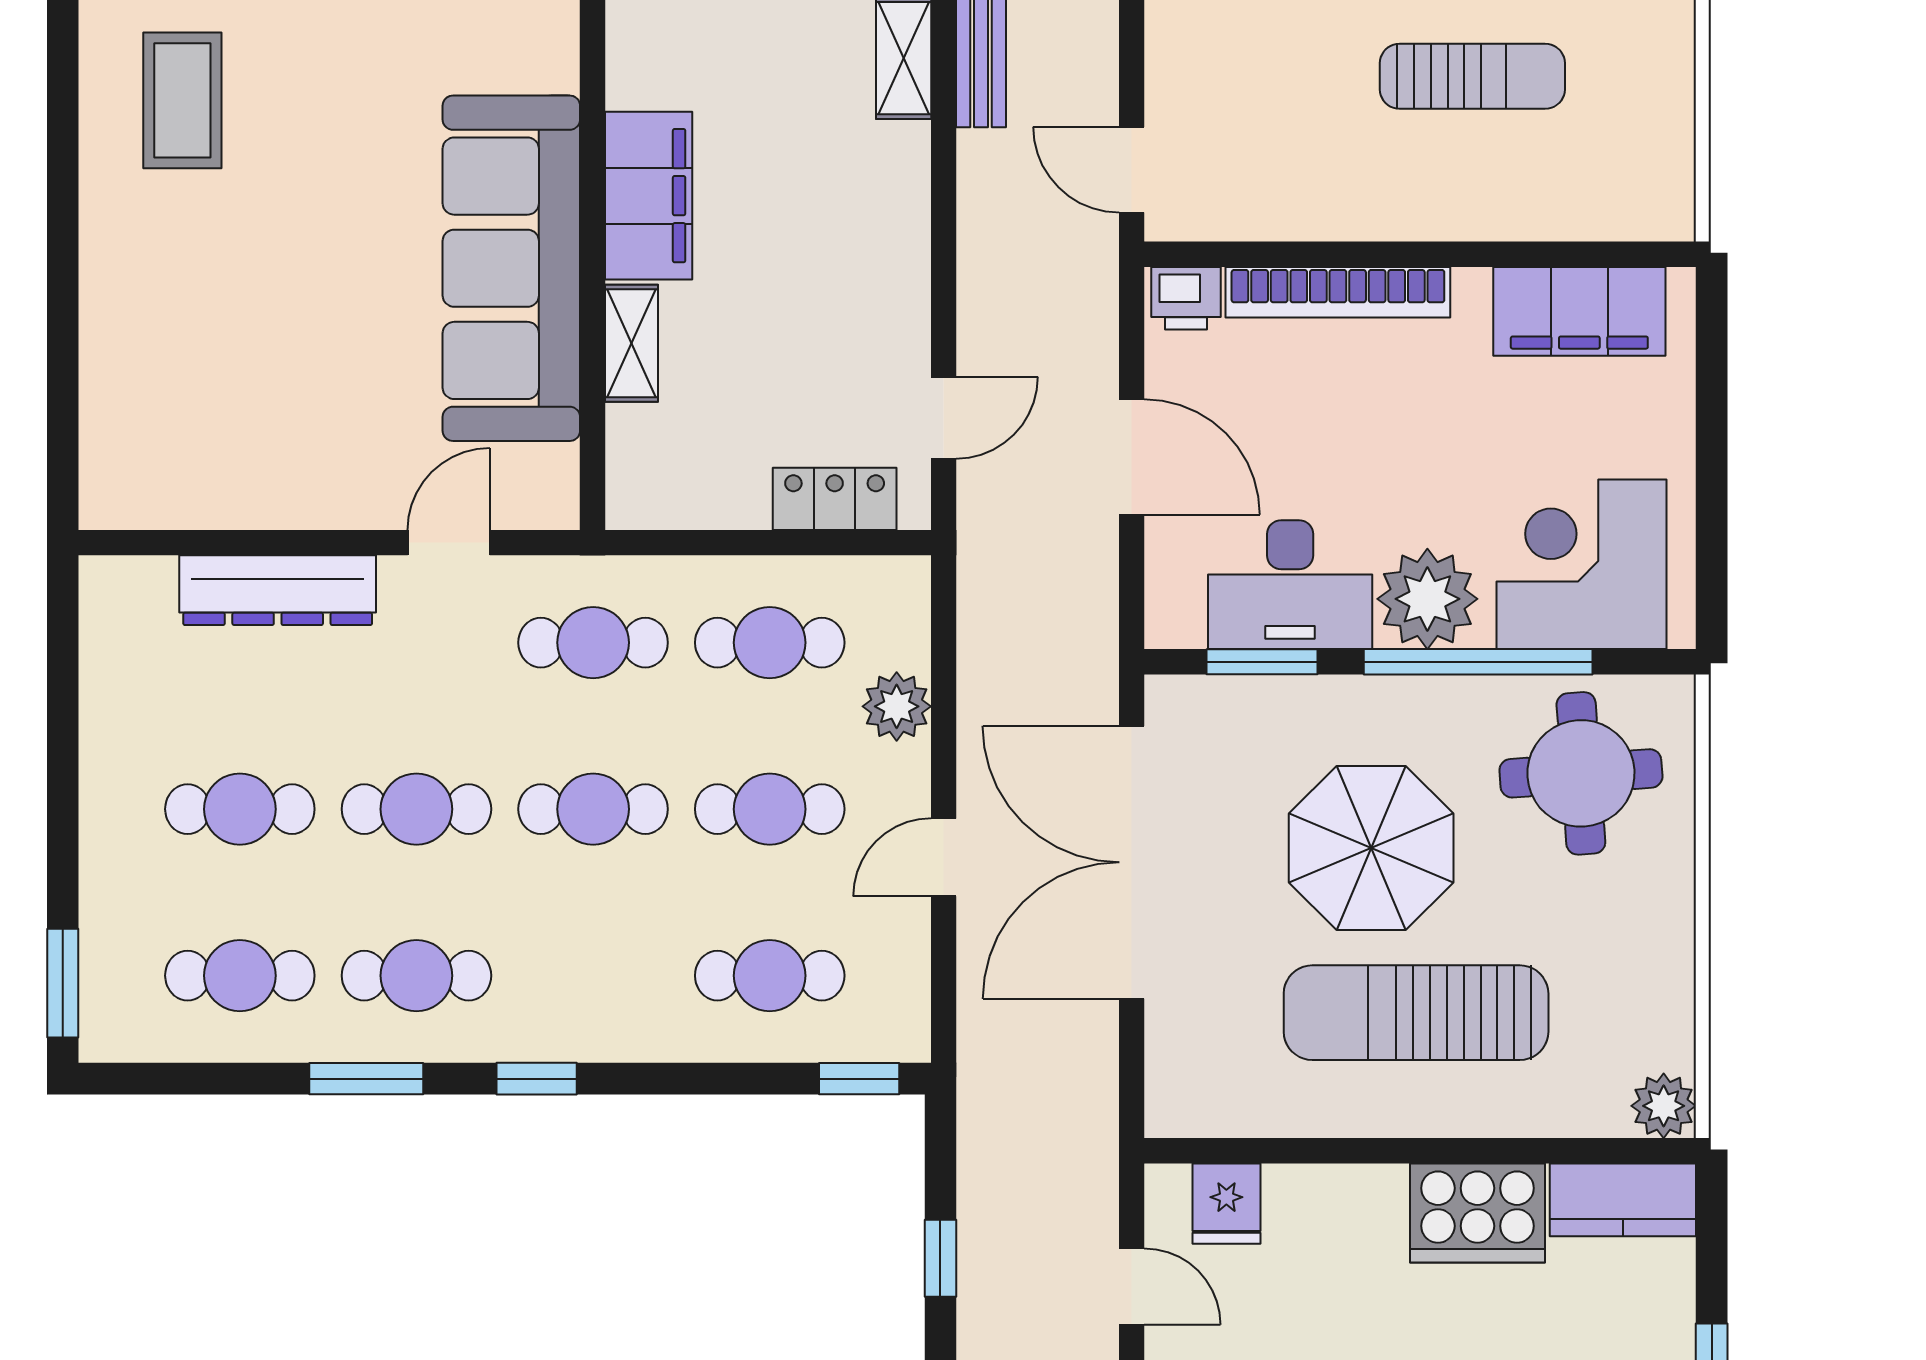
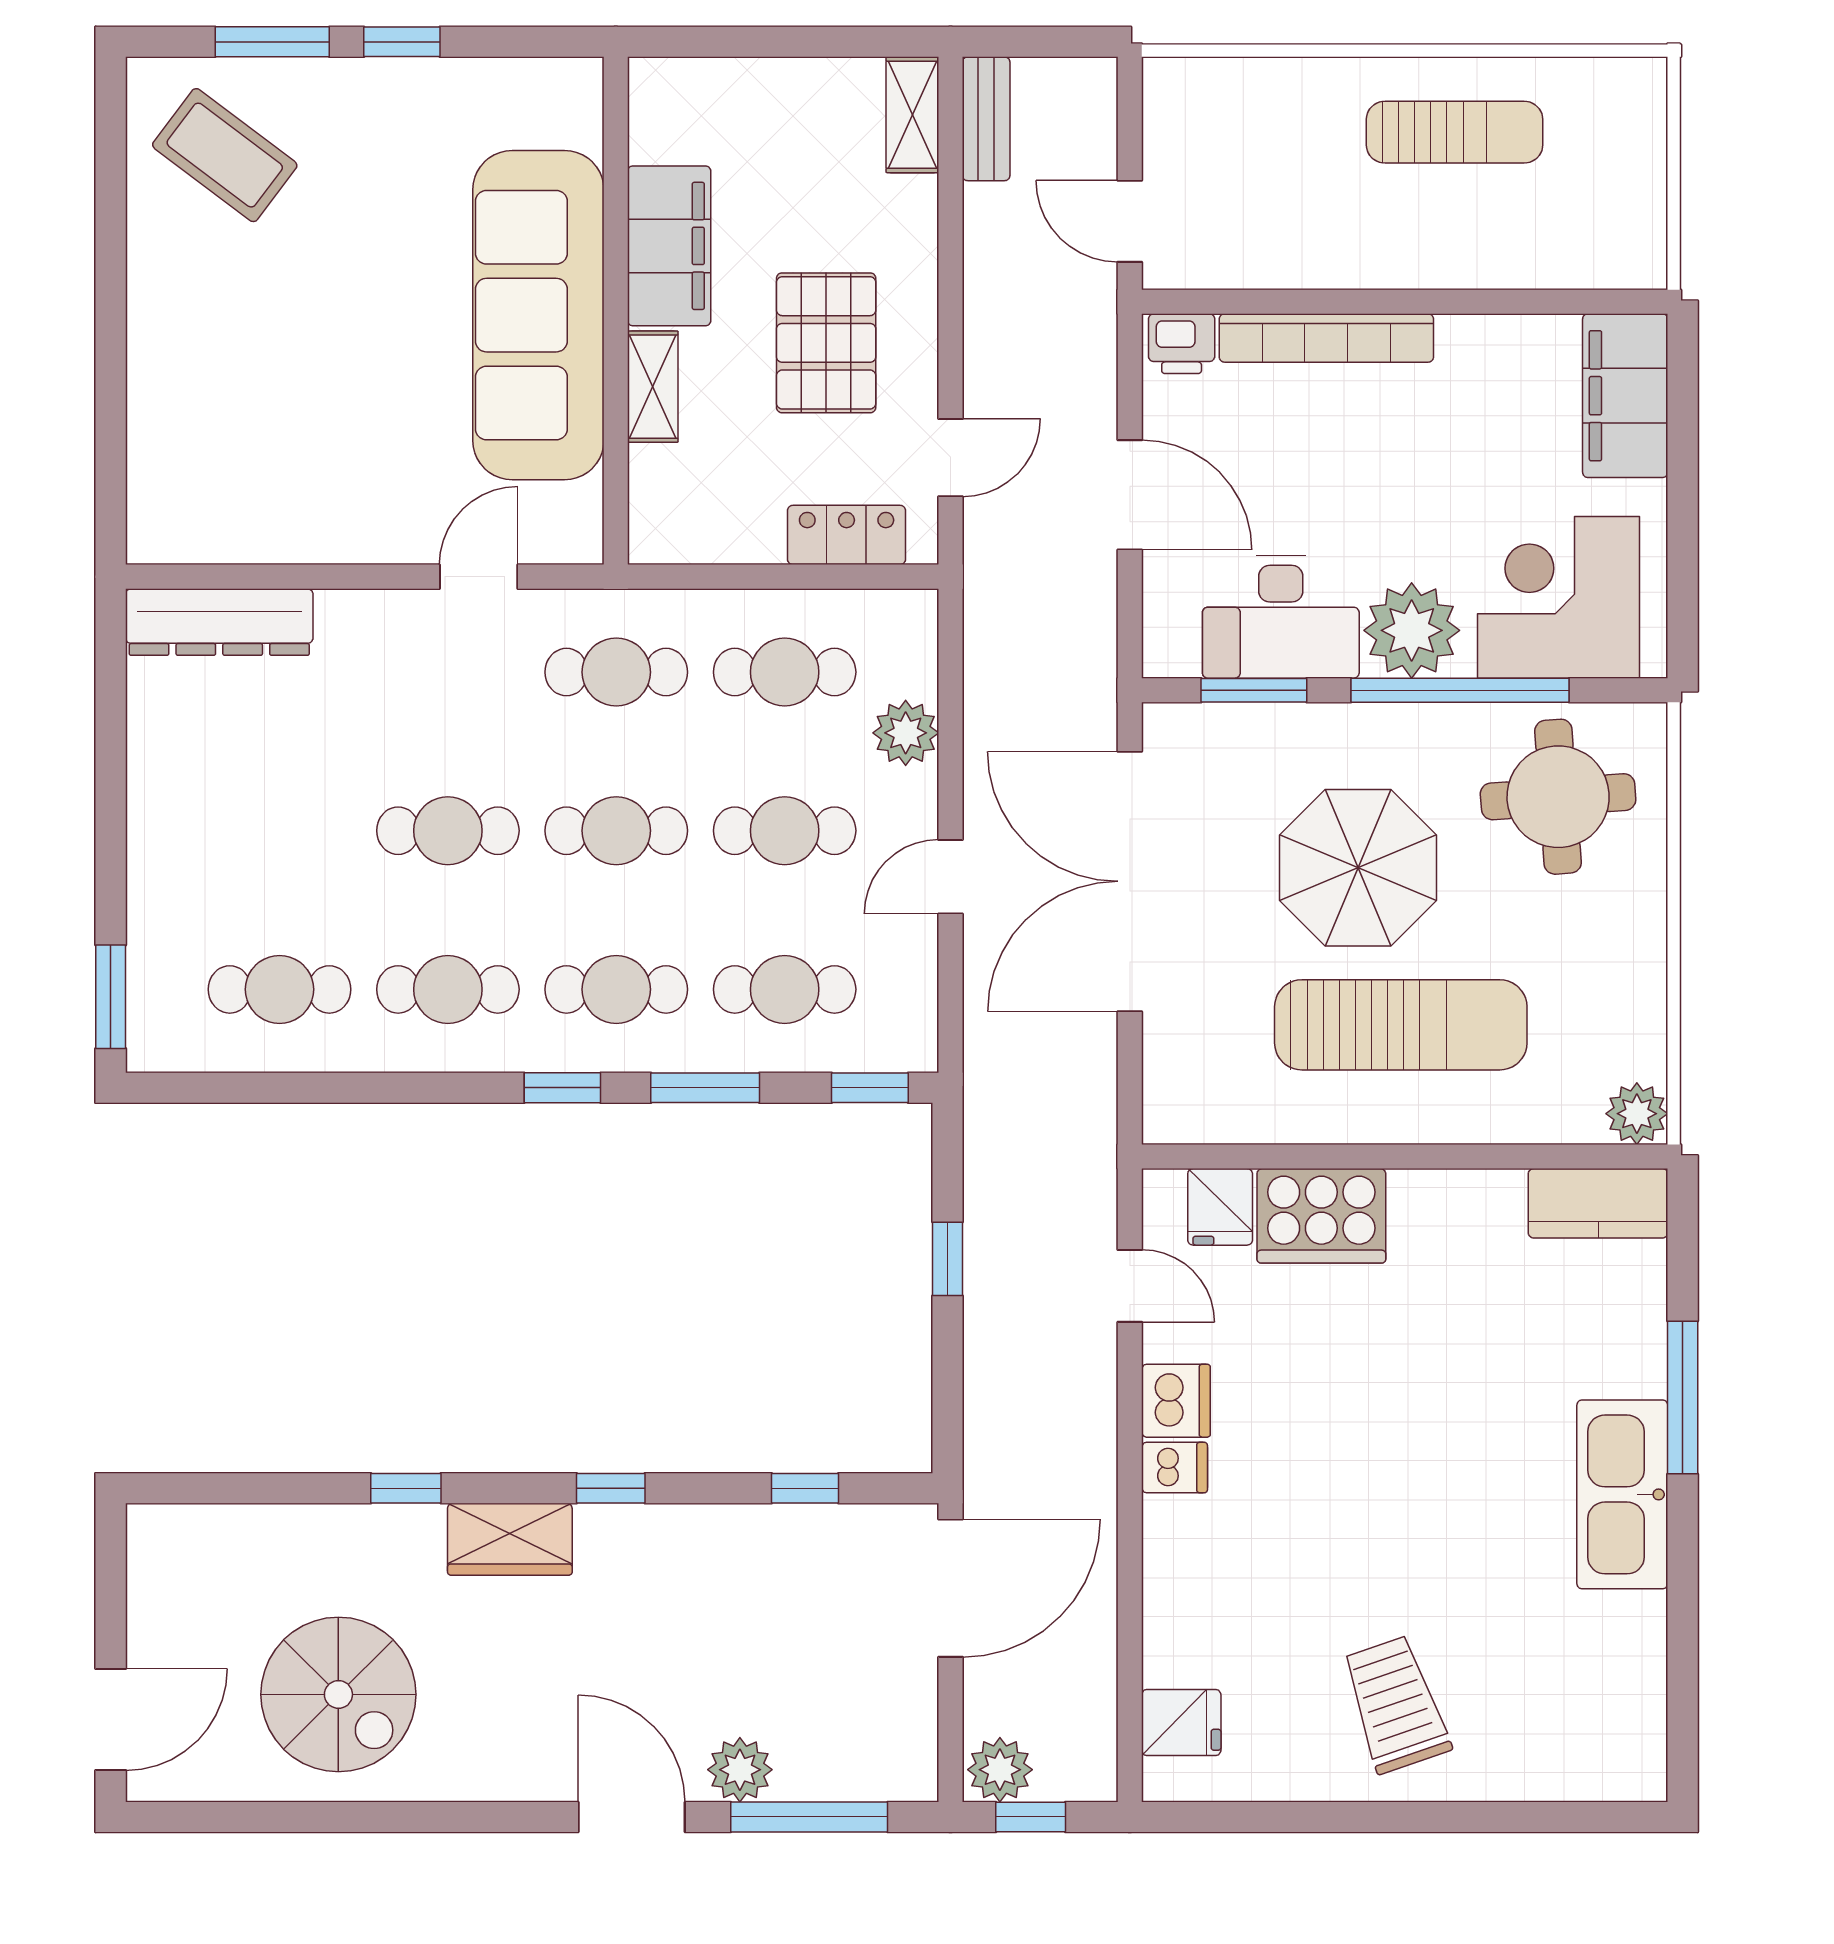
coffee table: (182, 100) -> (225, 155), turned -53
pallet: (813, 297) -> (826, 343), added
filing cabinet: (1579, 311) -> (1625, 396), moved, turned 90
dresser: (278, 590) -> (219, 622), moved
cafe table: (240, 809) -> (616, 989), moved
sun lounger: (1416, 1013) -> (1401, 1025), turned 180
window: (366, 1079) -> (705, 1088), moved
cooker: (1477, 1213) -> (1321, 1216), moved

